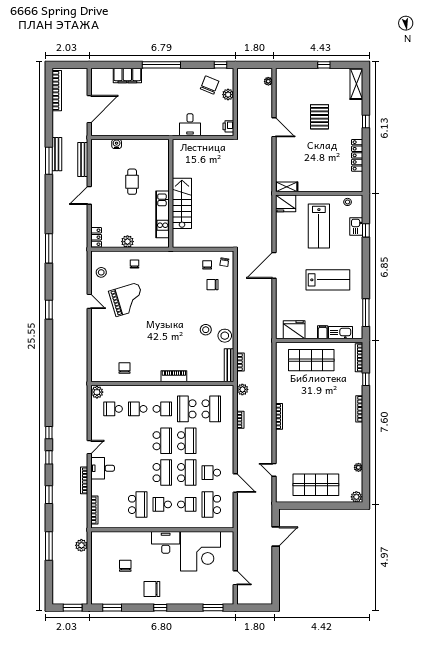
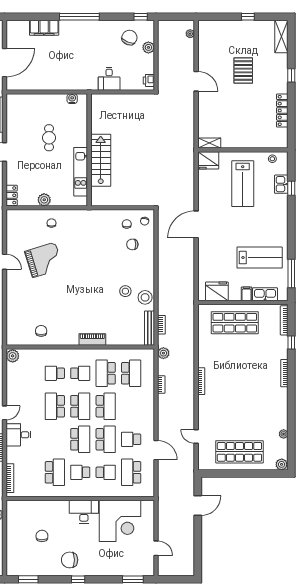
water cooler: (117, 144) -> (72, 99), moved
stool: (101, 272) -> (17, 232), removed
lab bench: (328, 280) -> (260, 258), moved
school desk: (113, 409) -> (55, 406), moved, width x1.85

